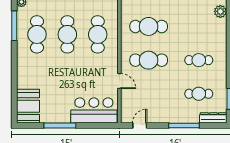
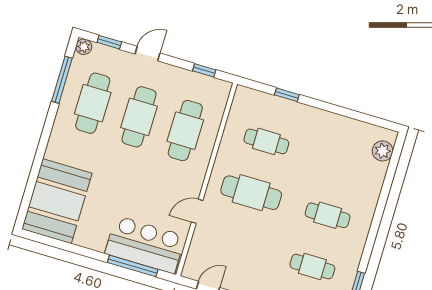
cafe table: (149, 26) -> (266, 141), width x0.73, depth x0.74
door: (119, 81) -> (197, 211), swing flipped
booth: (28, 106) -> (57, 201), width x1.36, depth x1.42
window: (60, 126) -> (133, 266), moved

